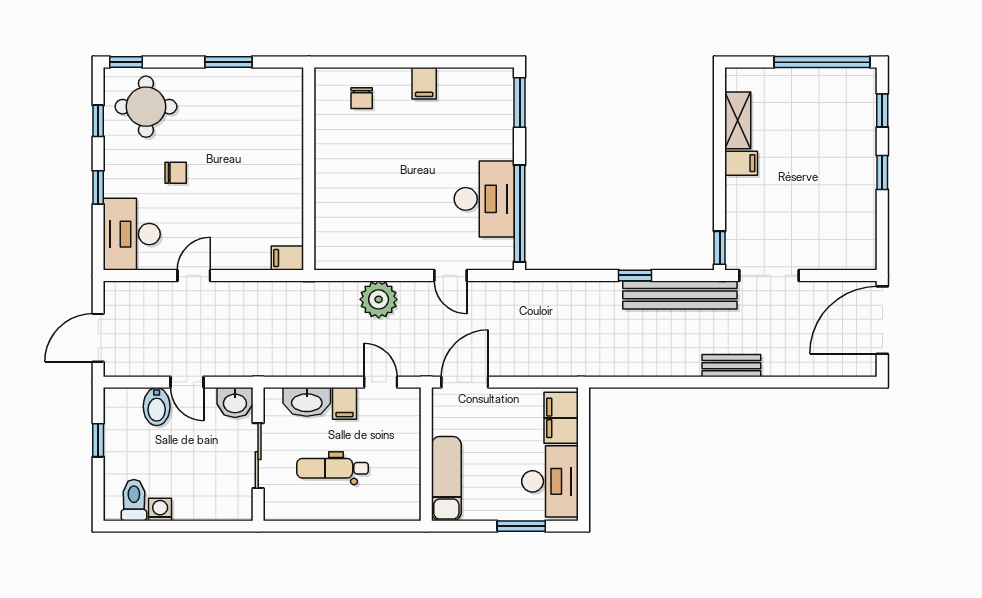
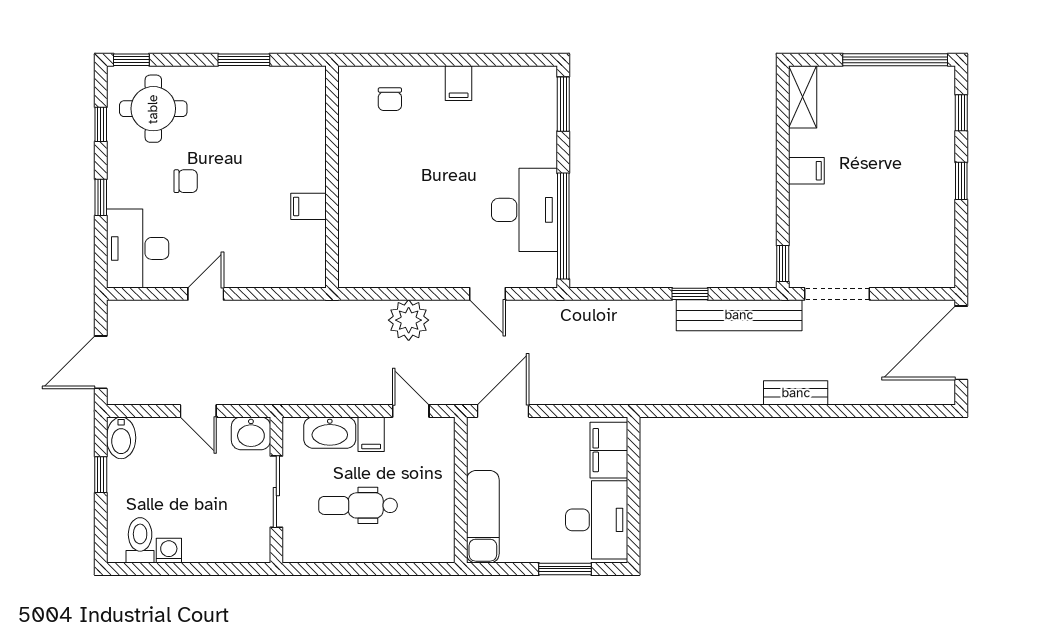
shelving: (738, 120) -> (803, 97), moved
filing cabinet: (287, 258) -> (308, 206), moved
bidet: (157, 407) -> (121, 438), moved

